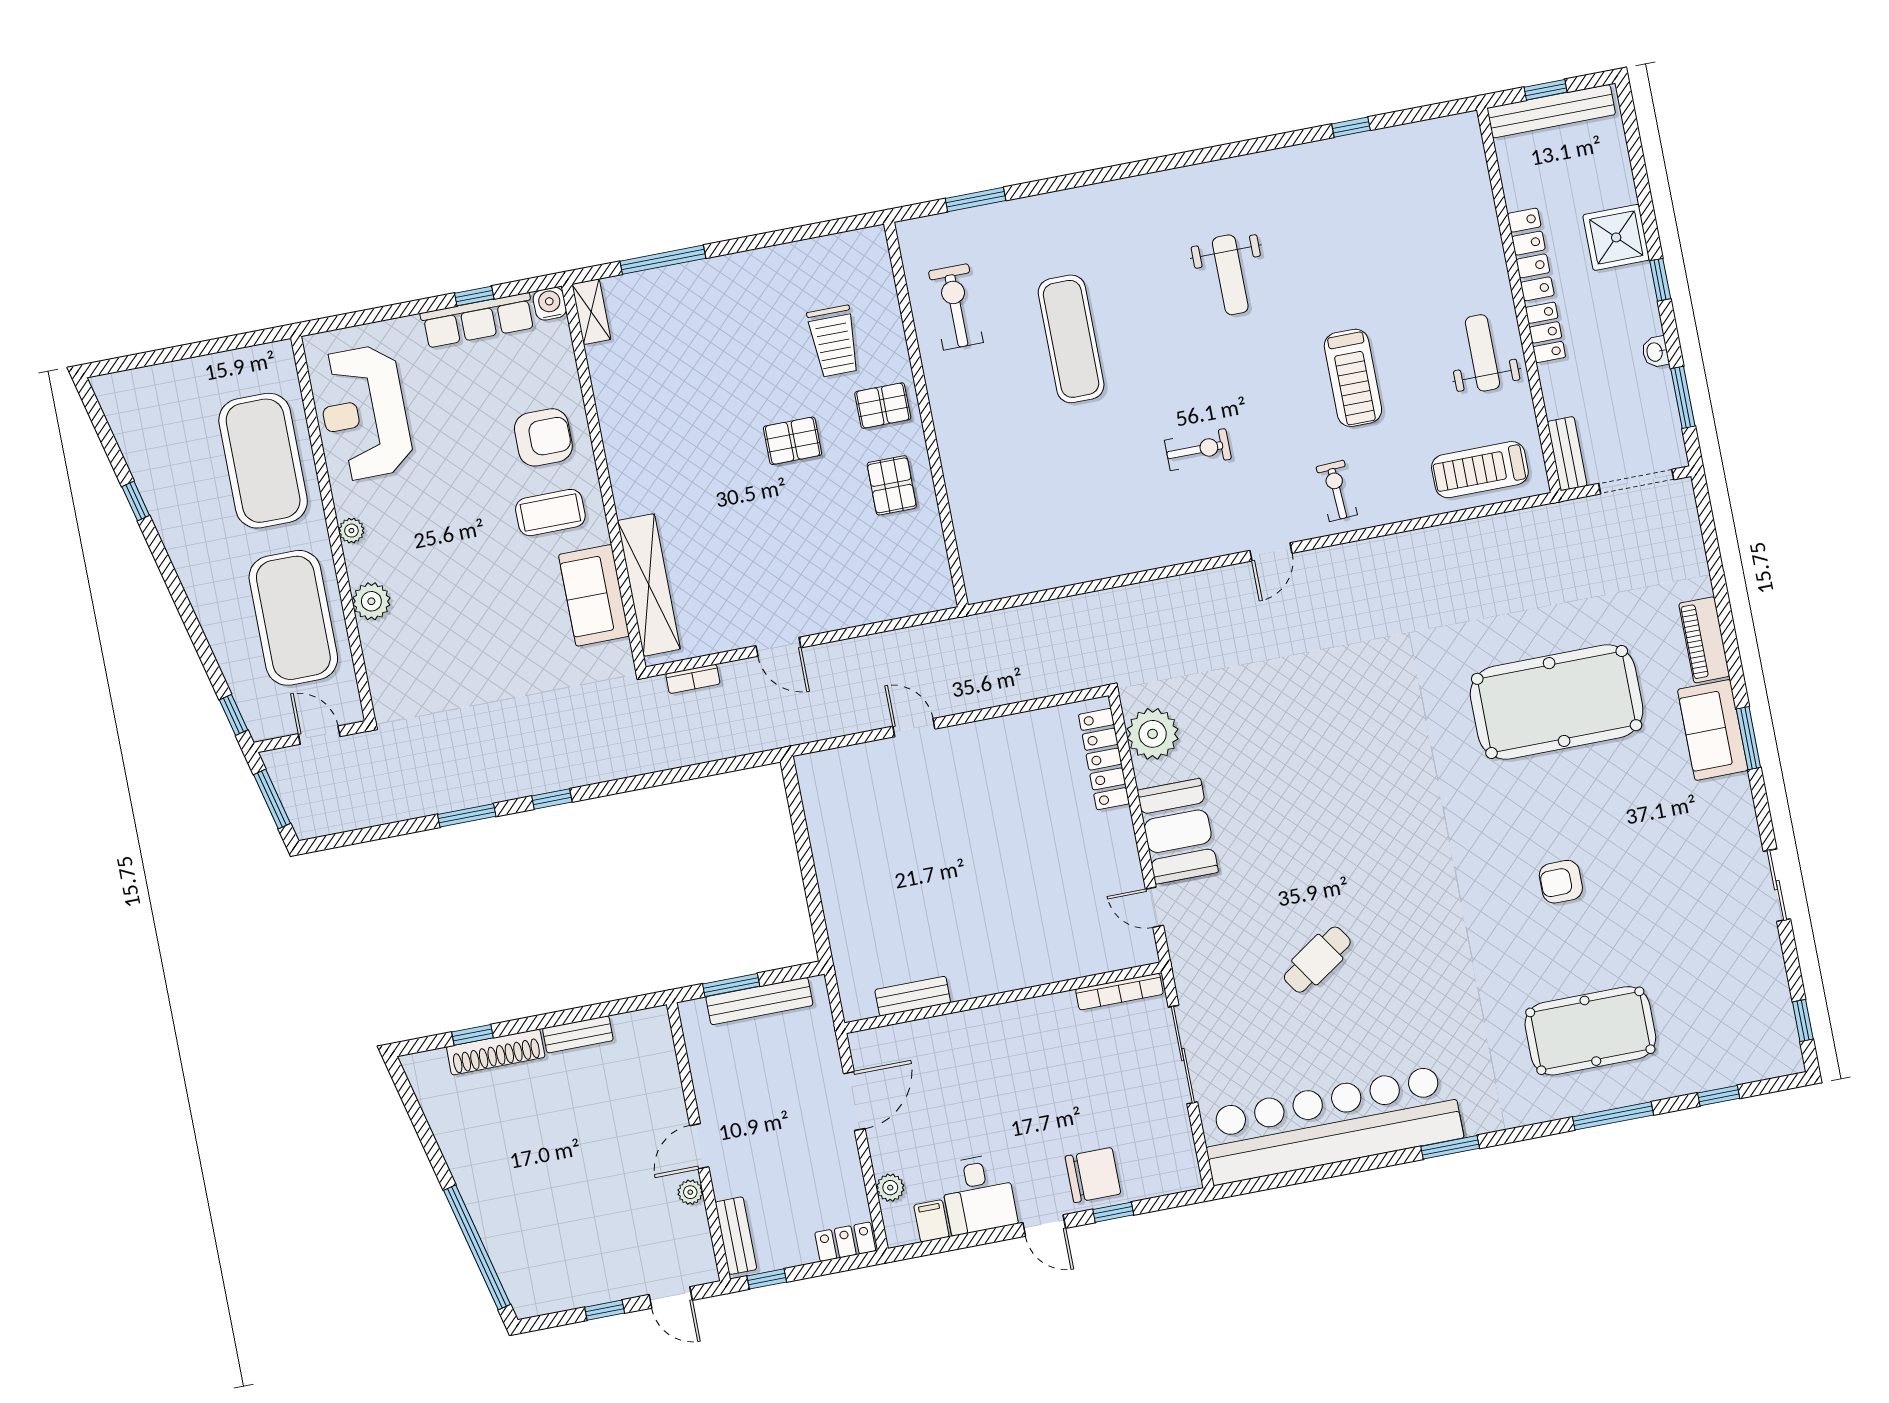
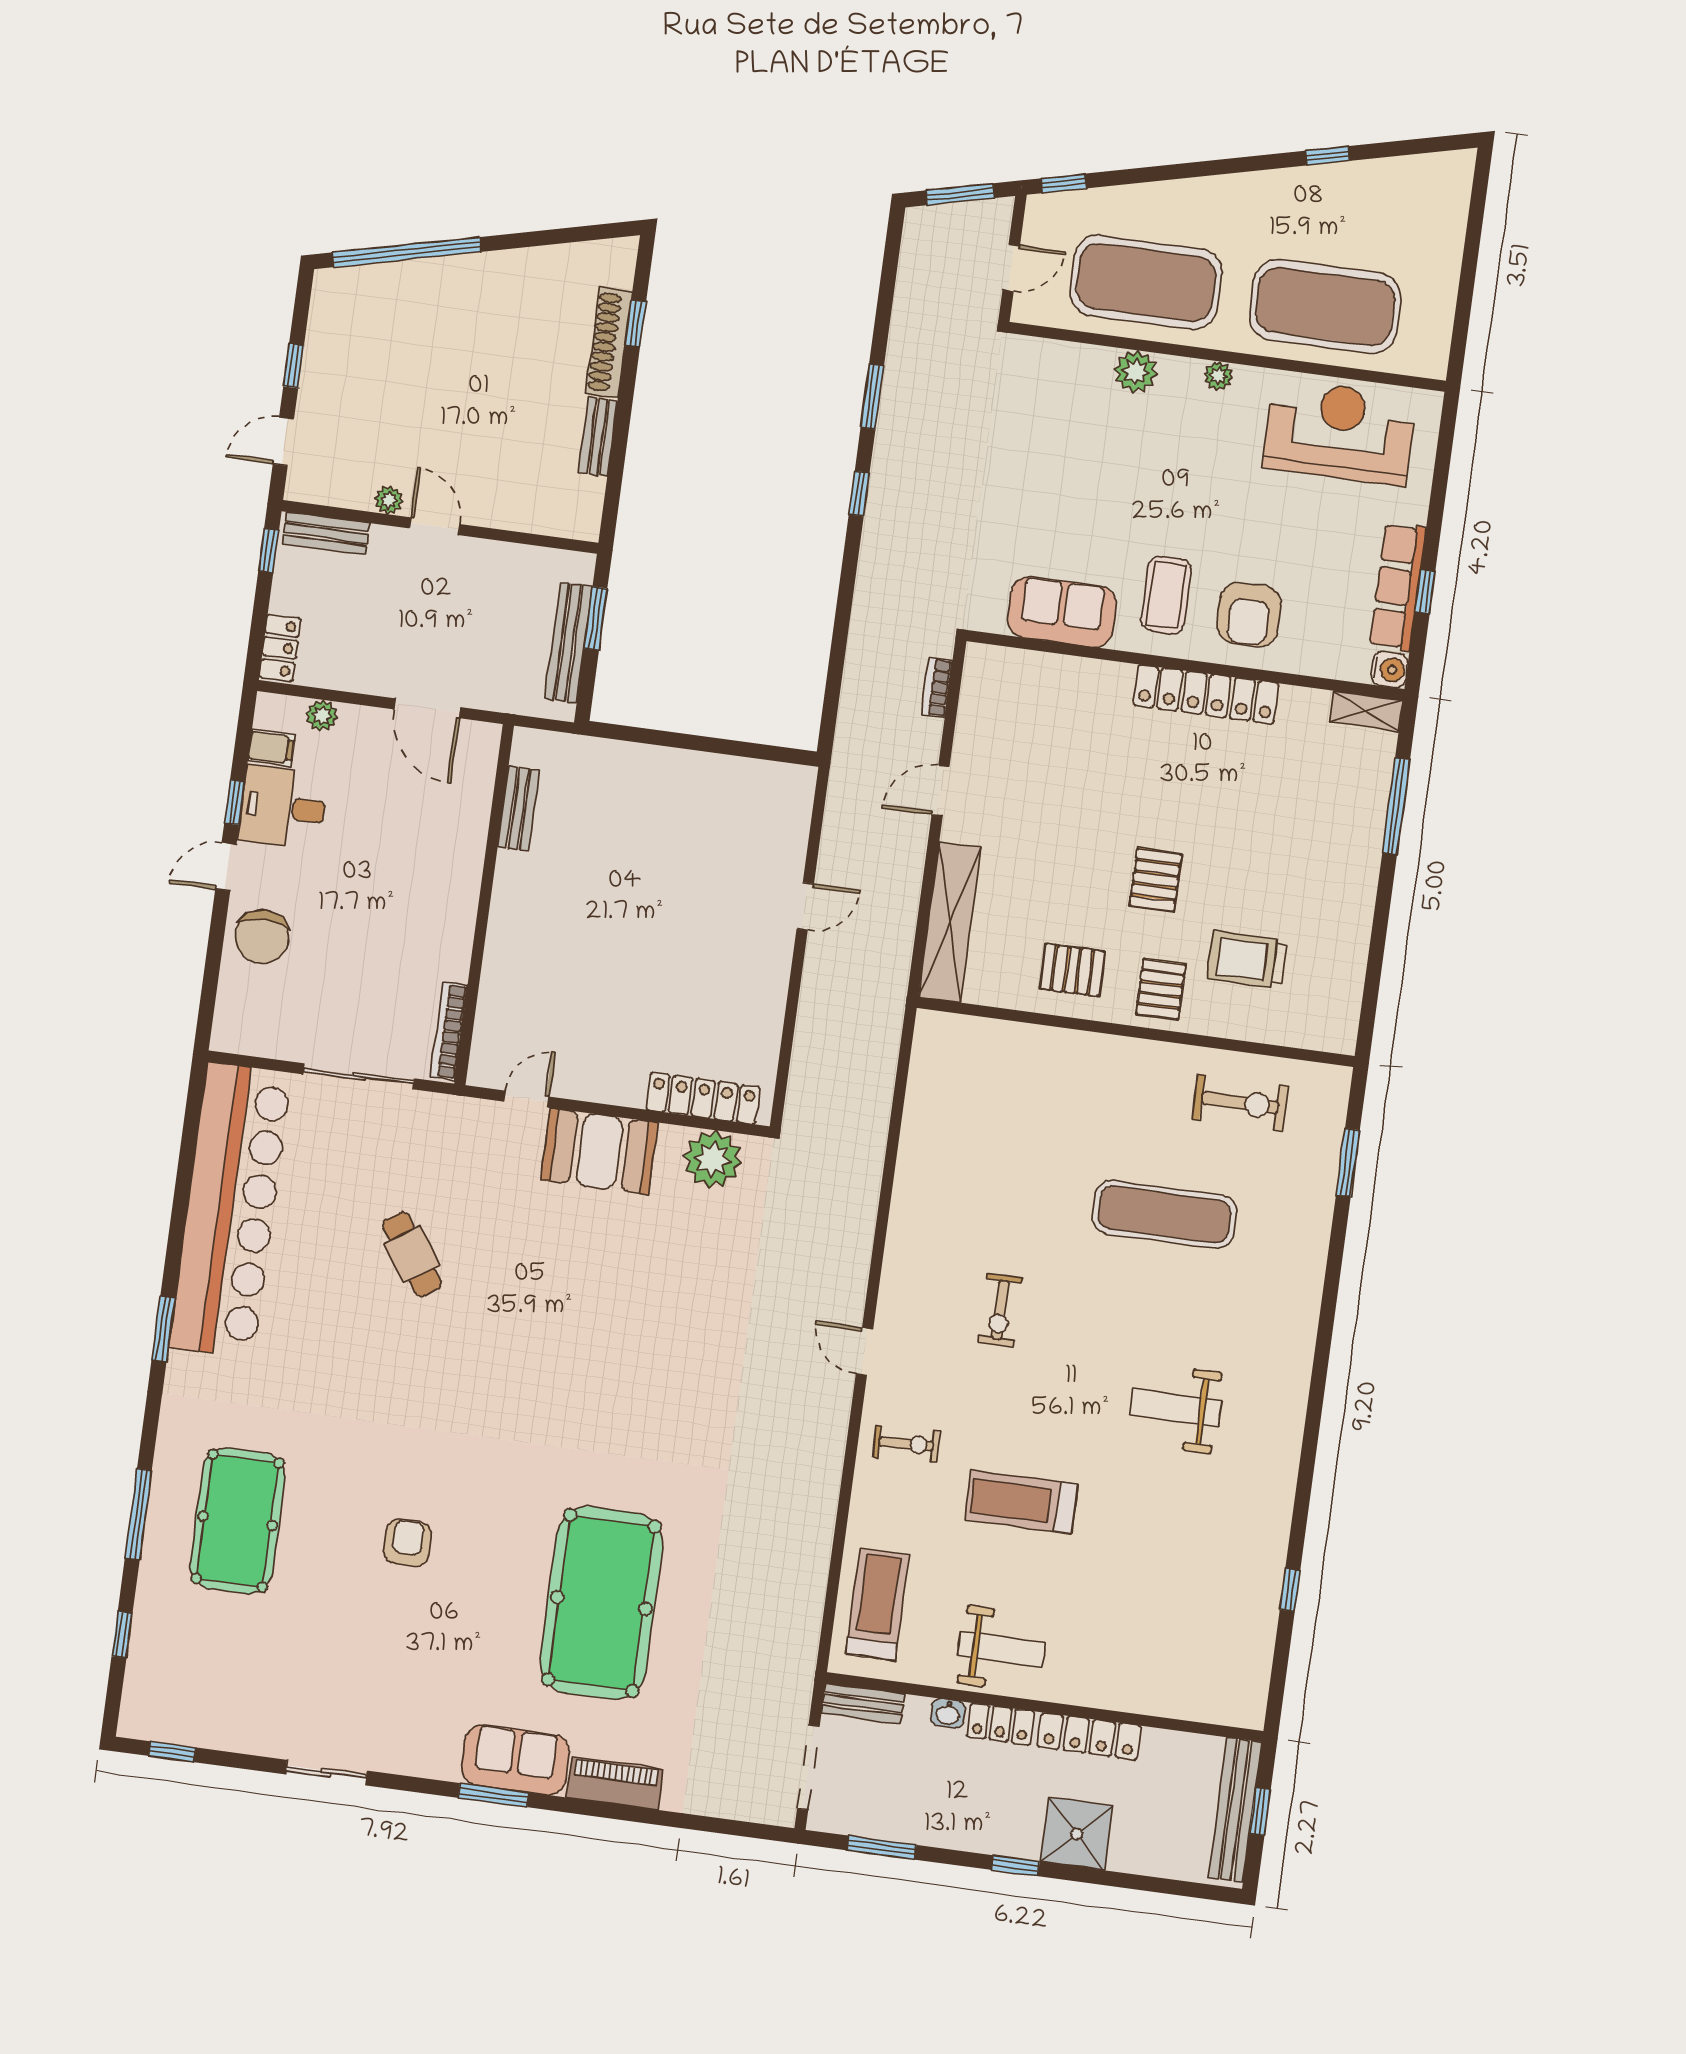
washbasin: (1655, 352) -> (948, 1713), moved, turned 180
locker: (622, 451) -> (1206, 694), added
shelving: (649, 585) -> (950, 922), moved, turned 90
window: (1113, 1212) -> (235, 802), moved

